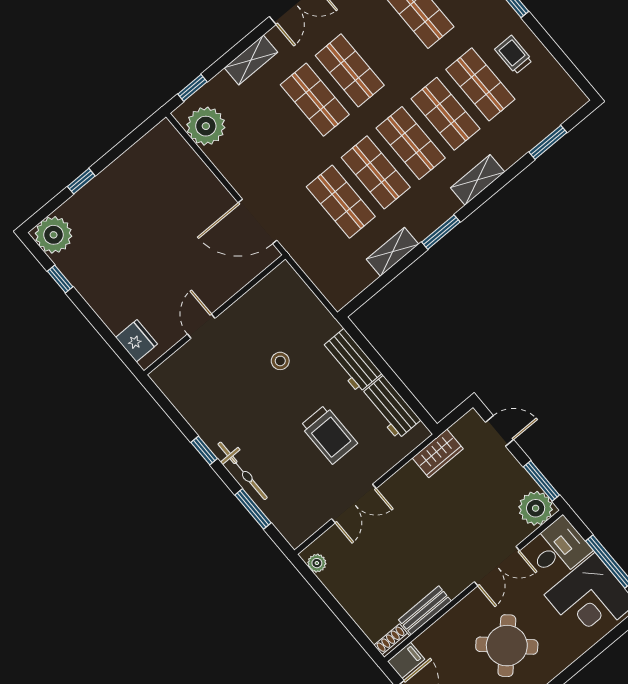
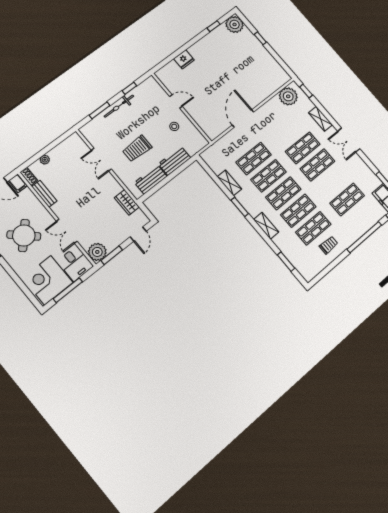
wall: (215, 315) -> (181, 108), moved
door: (201, 326) -> (176, 101), moved
plant: (317, 563) -> (45, 160), moved

